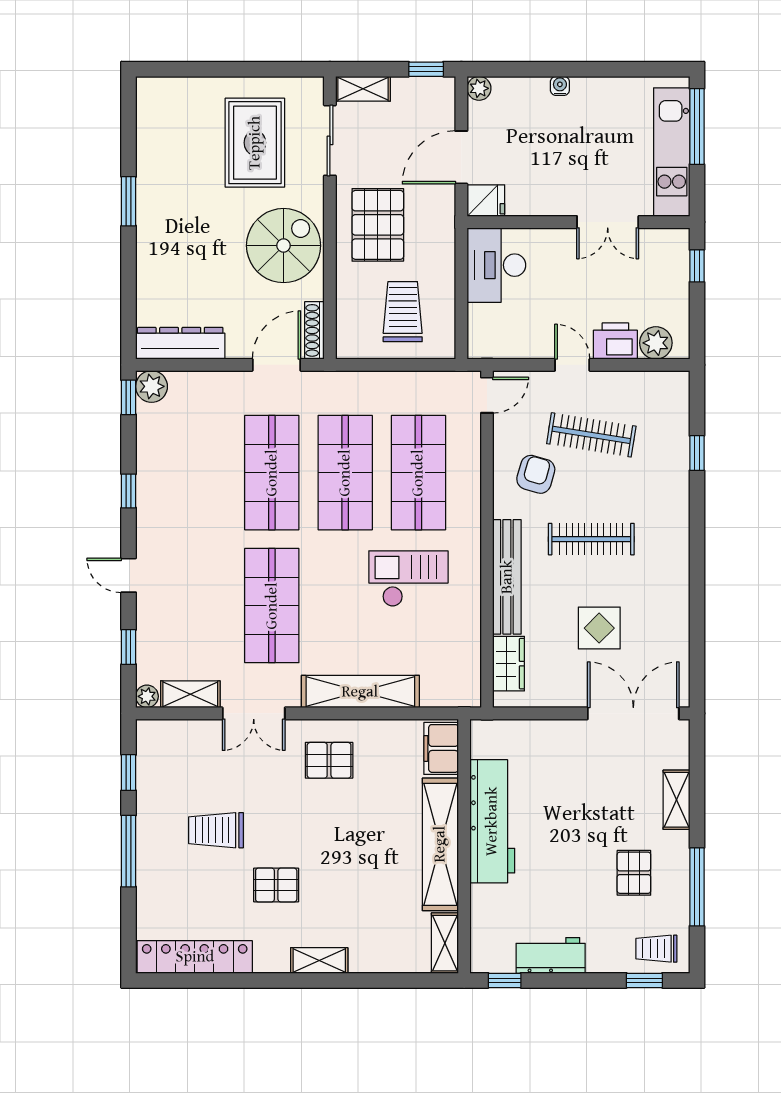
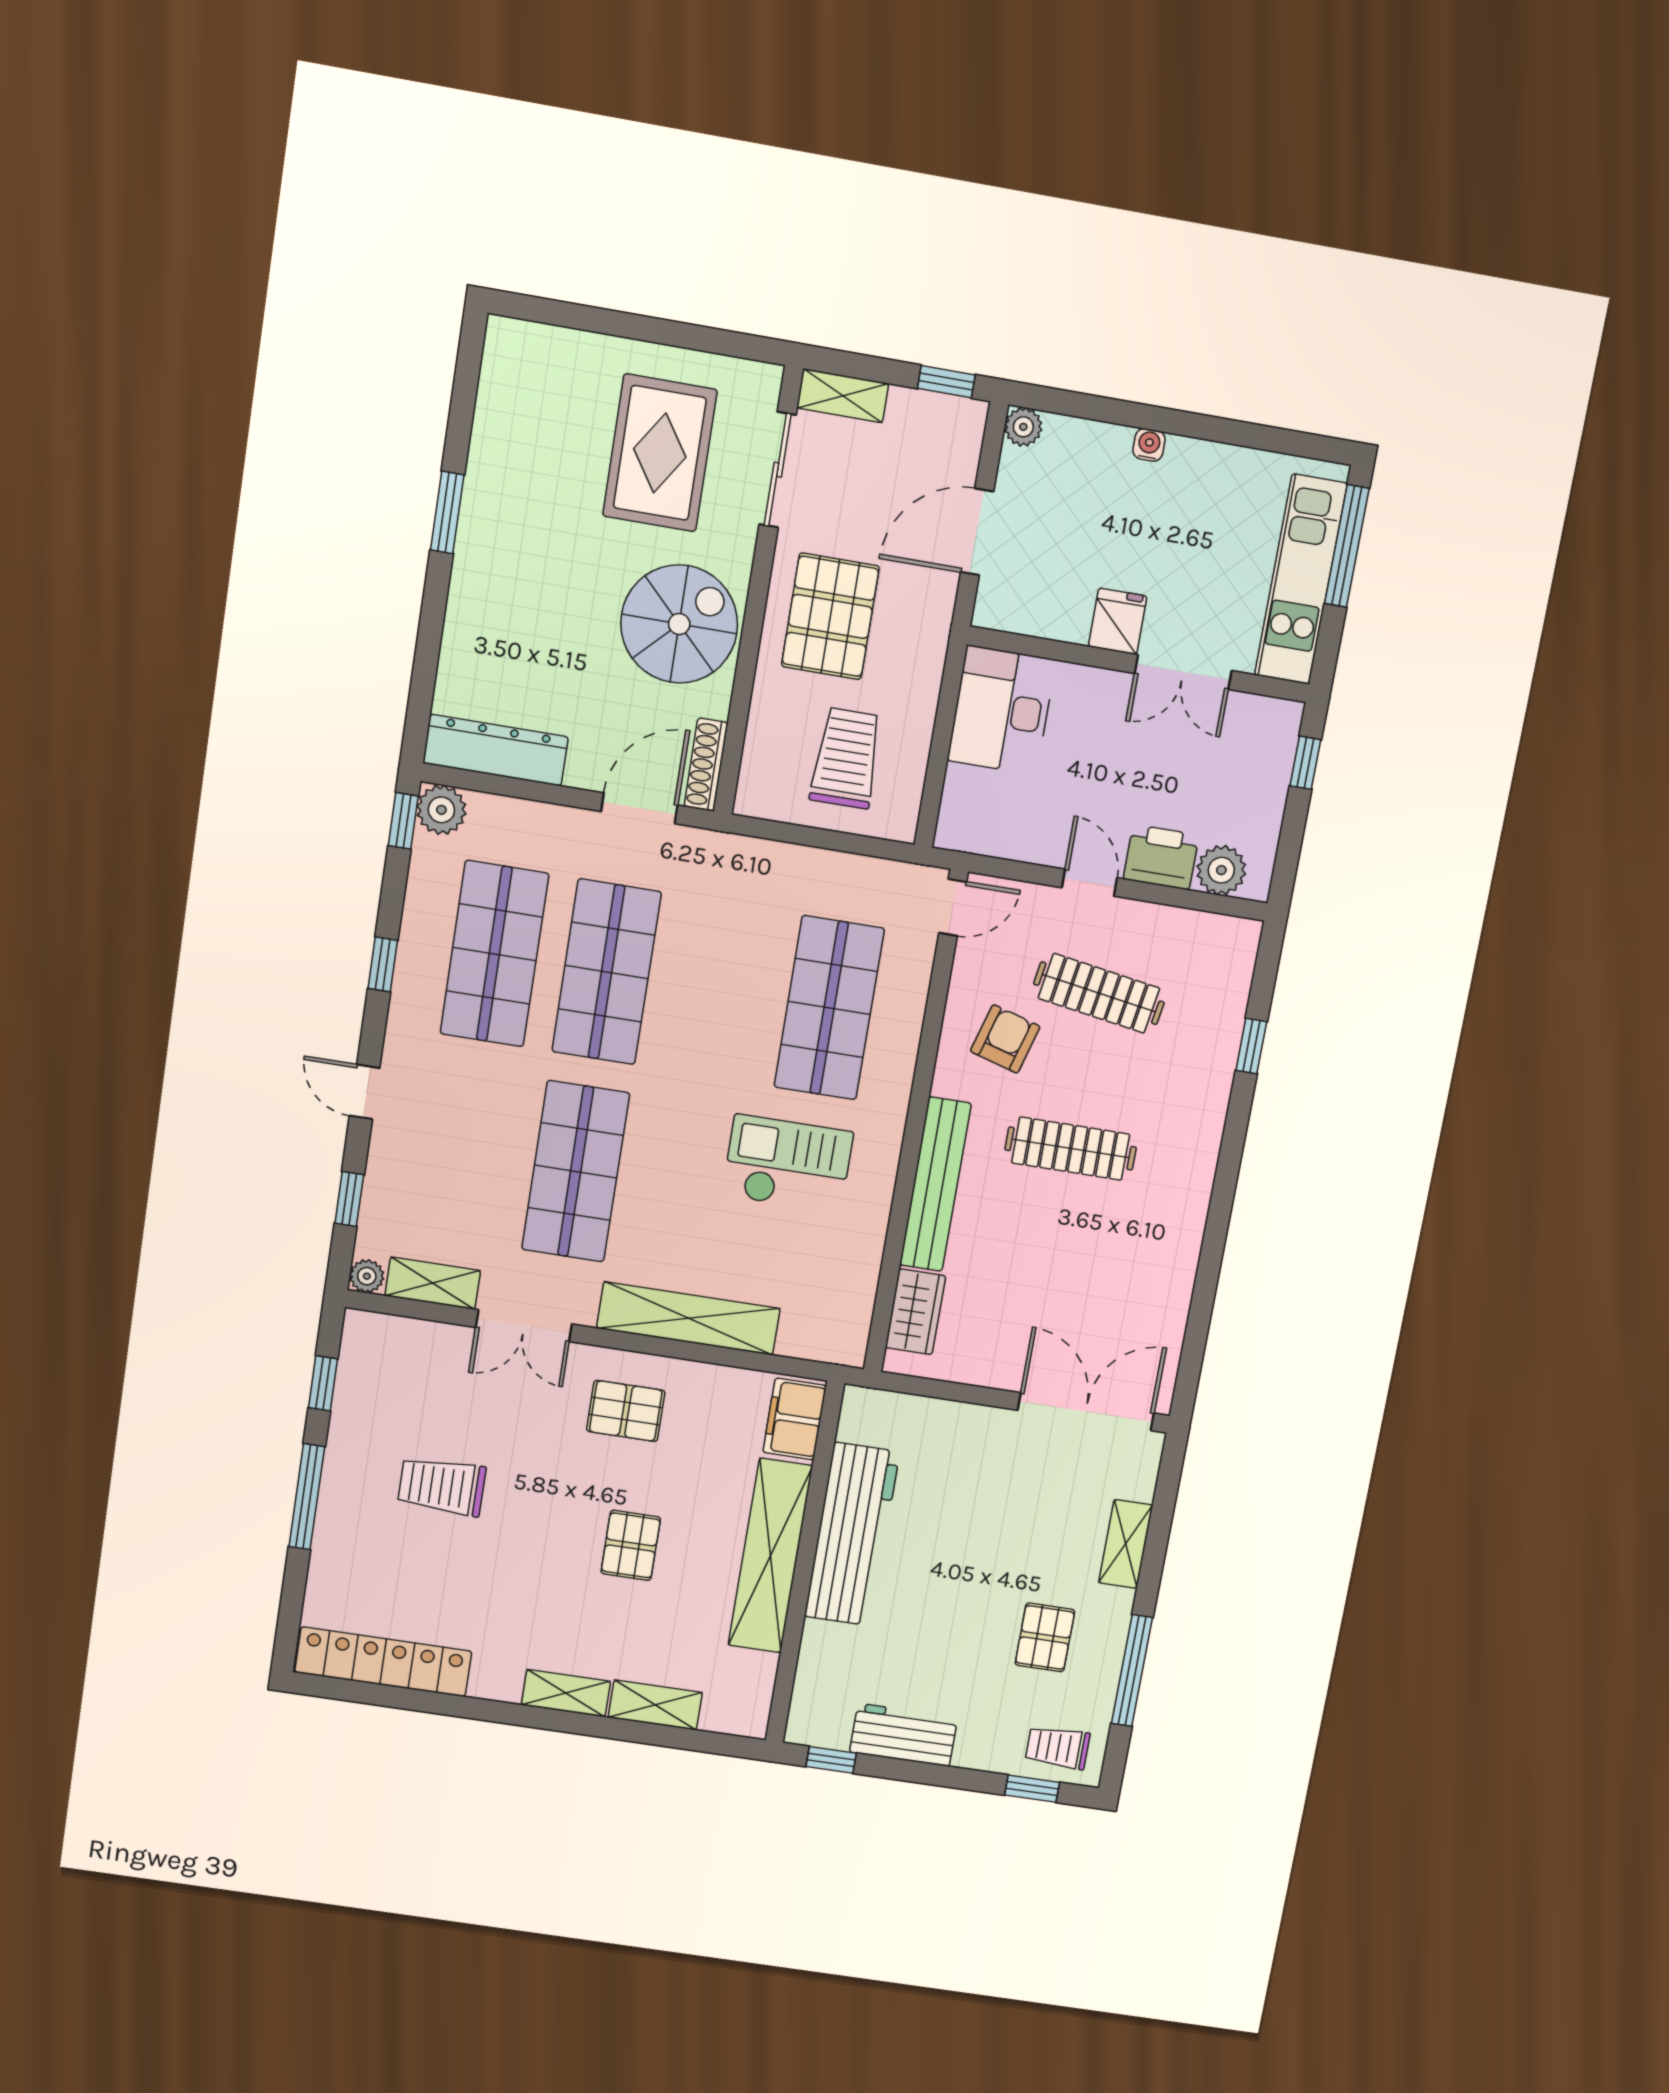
fridge: (486, 201) -> (1118, 621), moved, turned -90
shop shelf: (345, 473) -> (494, 954), moved
display table: (599, 628) -> (1059, 1281), removed
pallet: (276, 885) -> (631, 1545), moved, turned 90
shelving: (445, 943) -> (655, 1705), moved, turned 90

